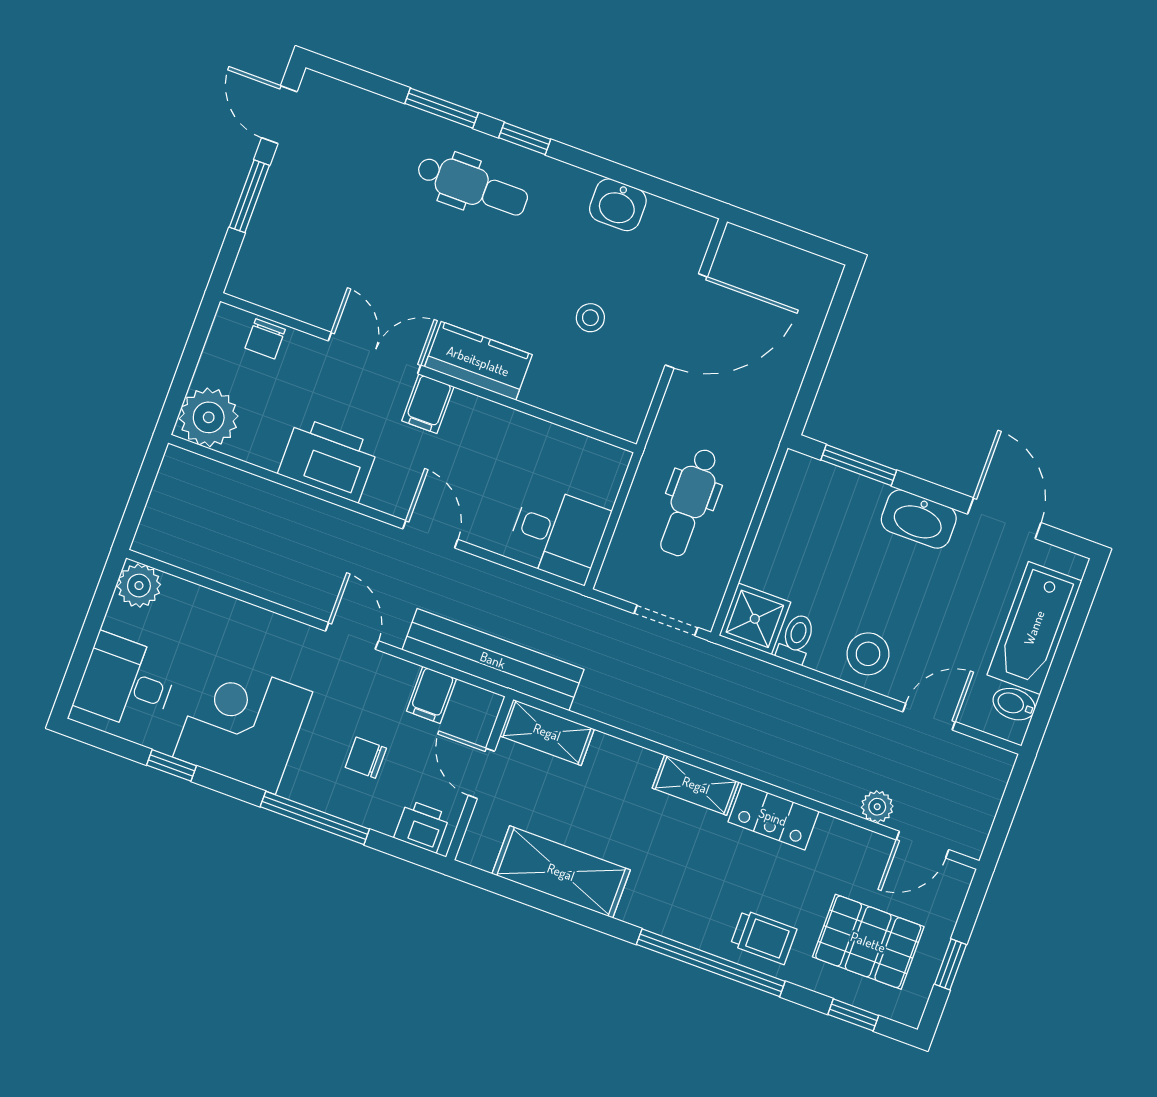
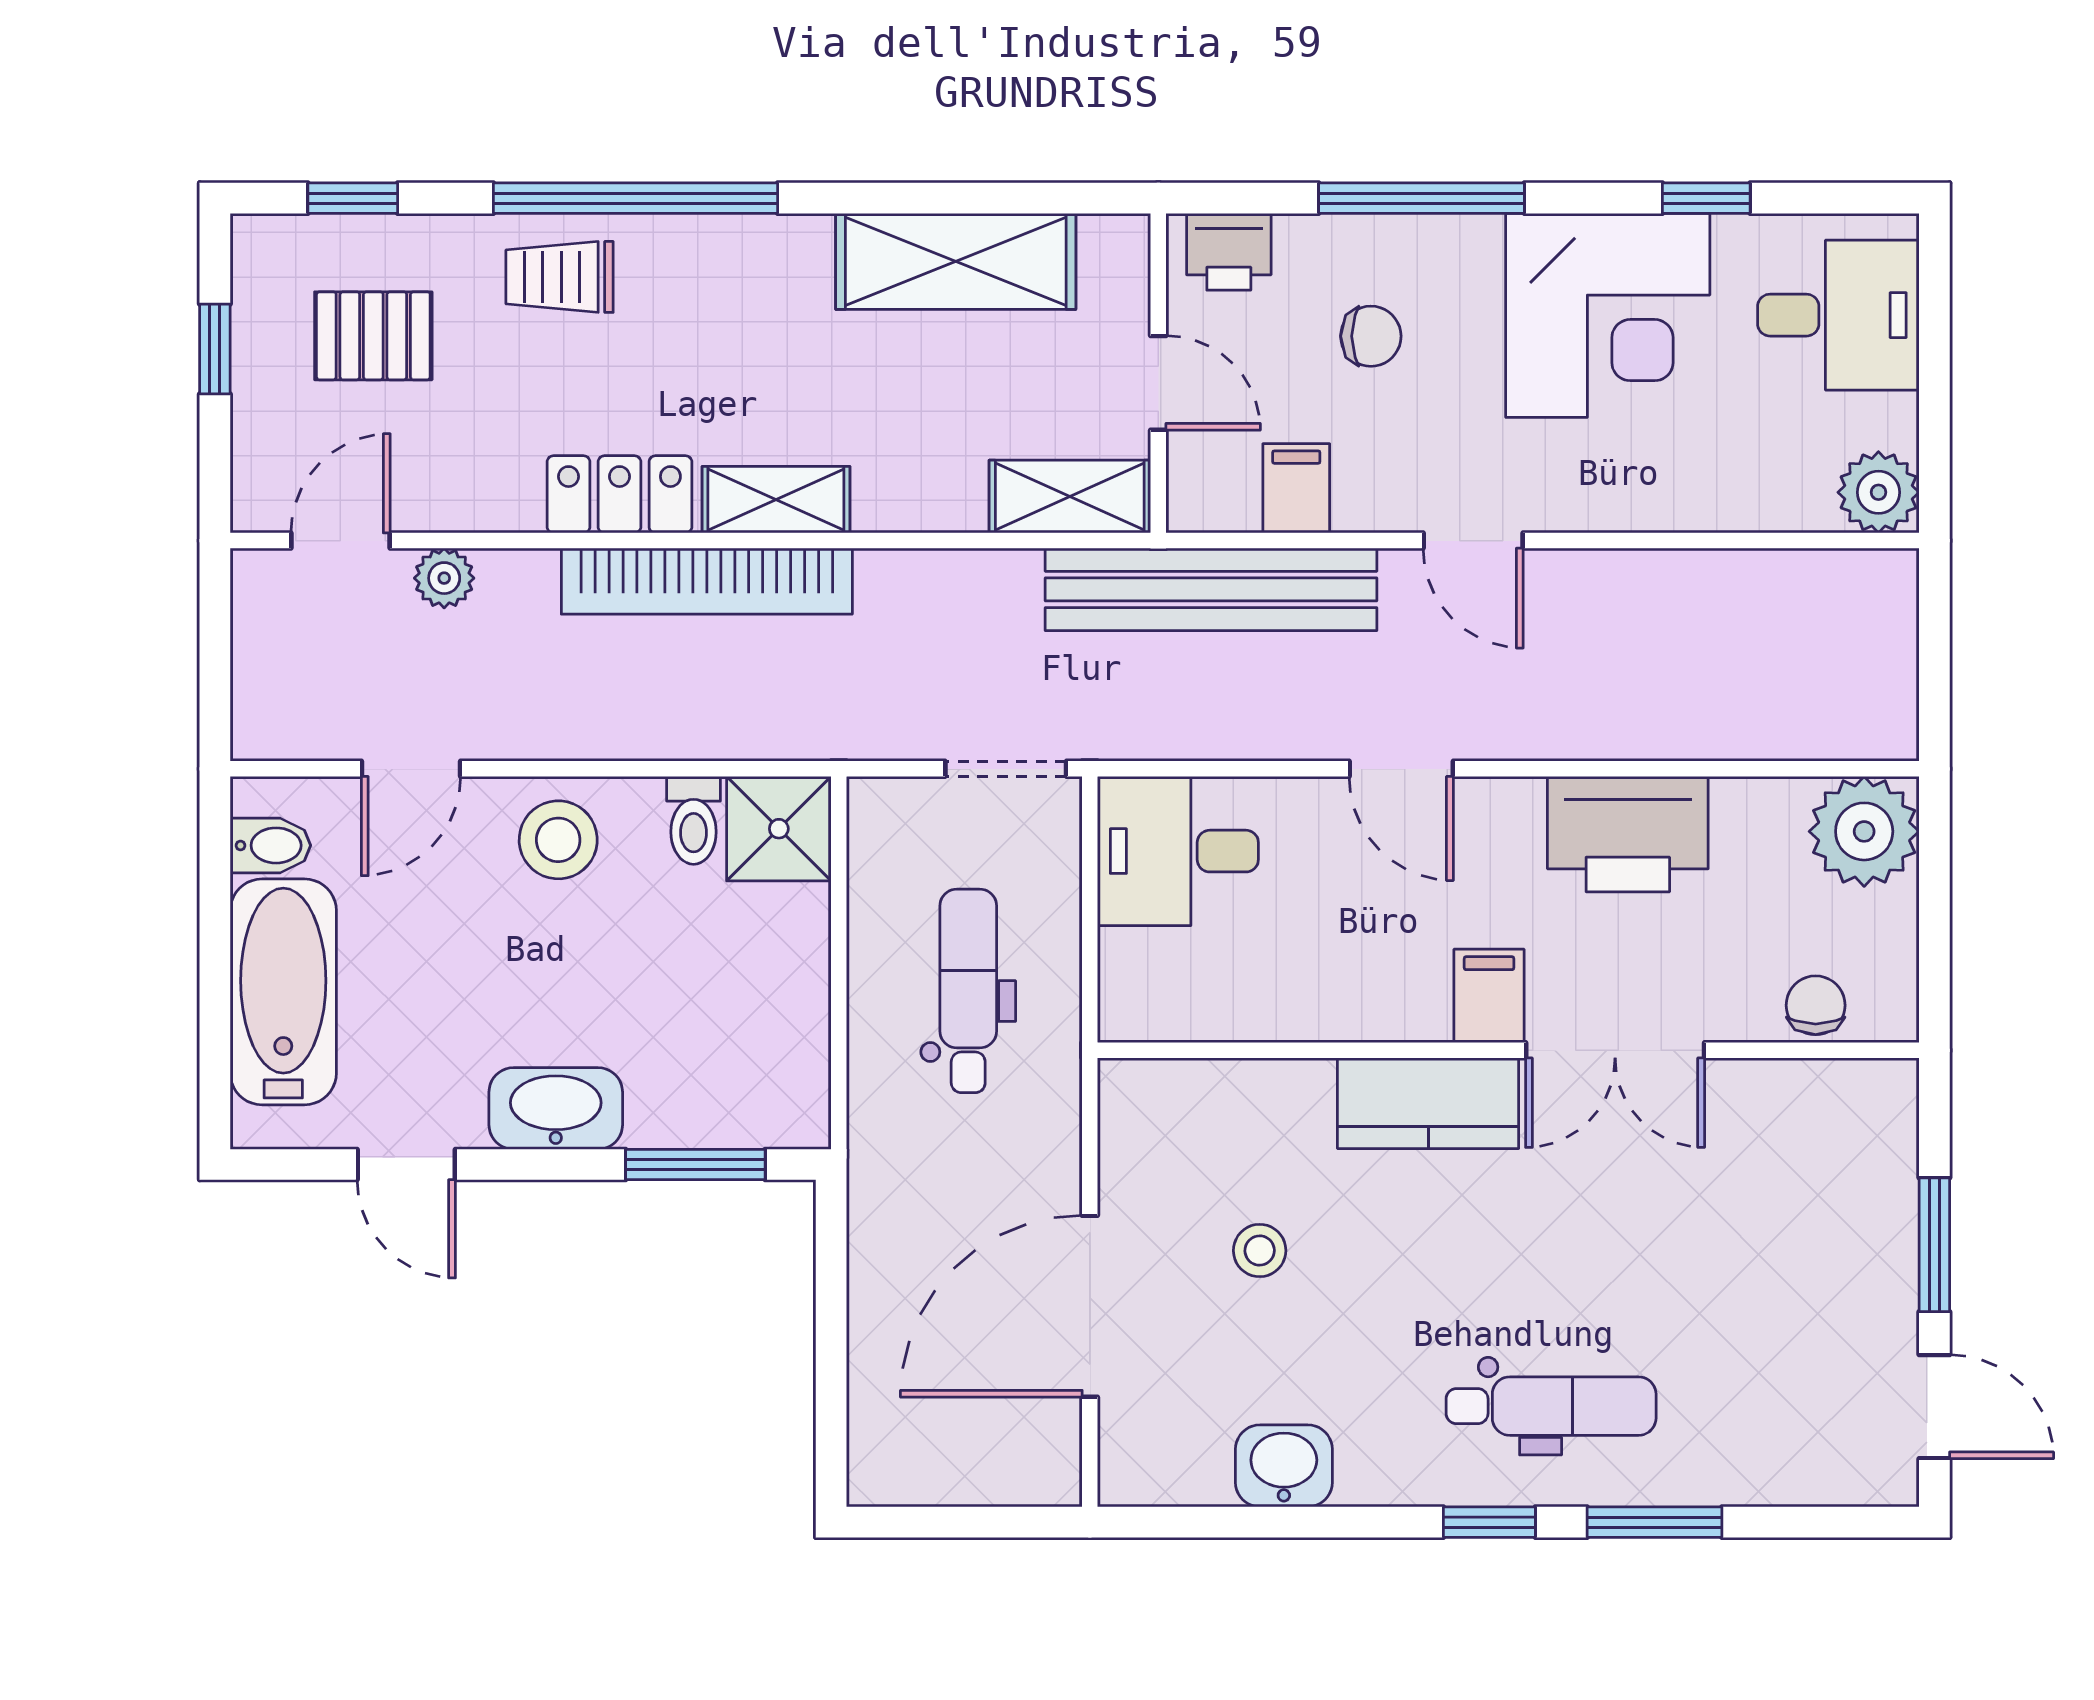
dental chair: (472, 186) -> (1551, 1406), turned 180
door: (1004, 518) -> (406, 1164), width x0.73
doorway: (666, 620) -> (1006, 769), moved
bookcase: (745, 757) -> (707, 581), added
pallet: (868, 942) -> (373, 336), width x0.67, depth x0.71

